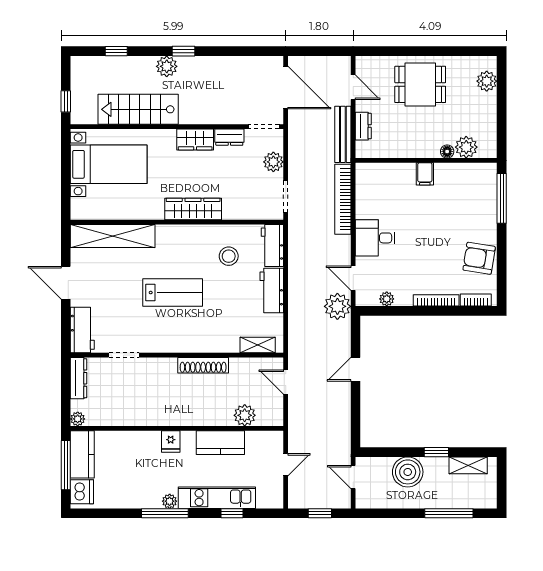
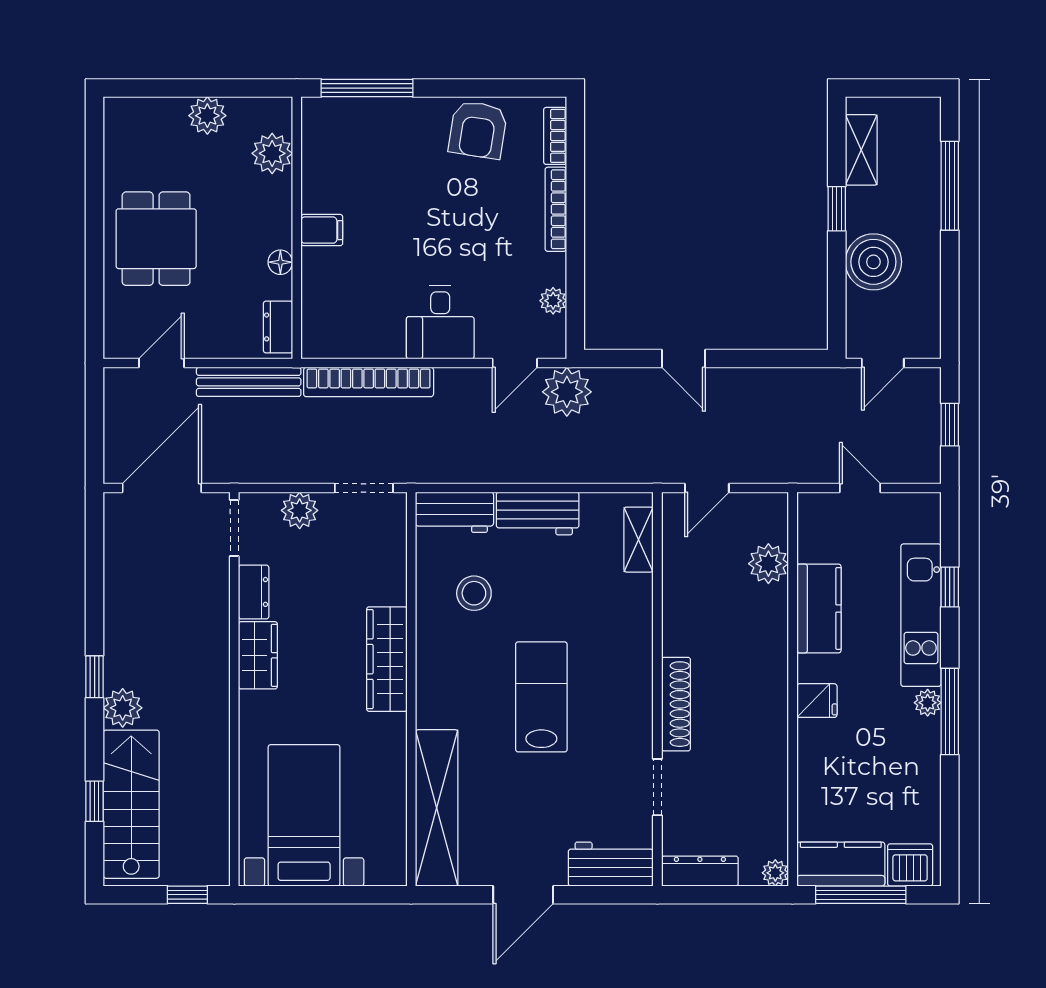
plant: (487, 81) -> (207, 116), moved
stairs: (138, 109) -> (131, 804), moved, turned 180
dresser: (363, 126) -> (278, 327), moved, turned -90
floor lamp: (447, 152) -> (280, 262), moved
shoe rack: (203, 365) -> (676, 704), moved

